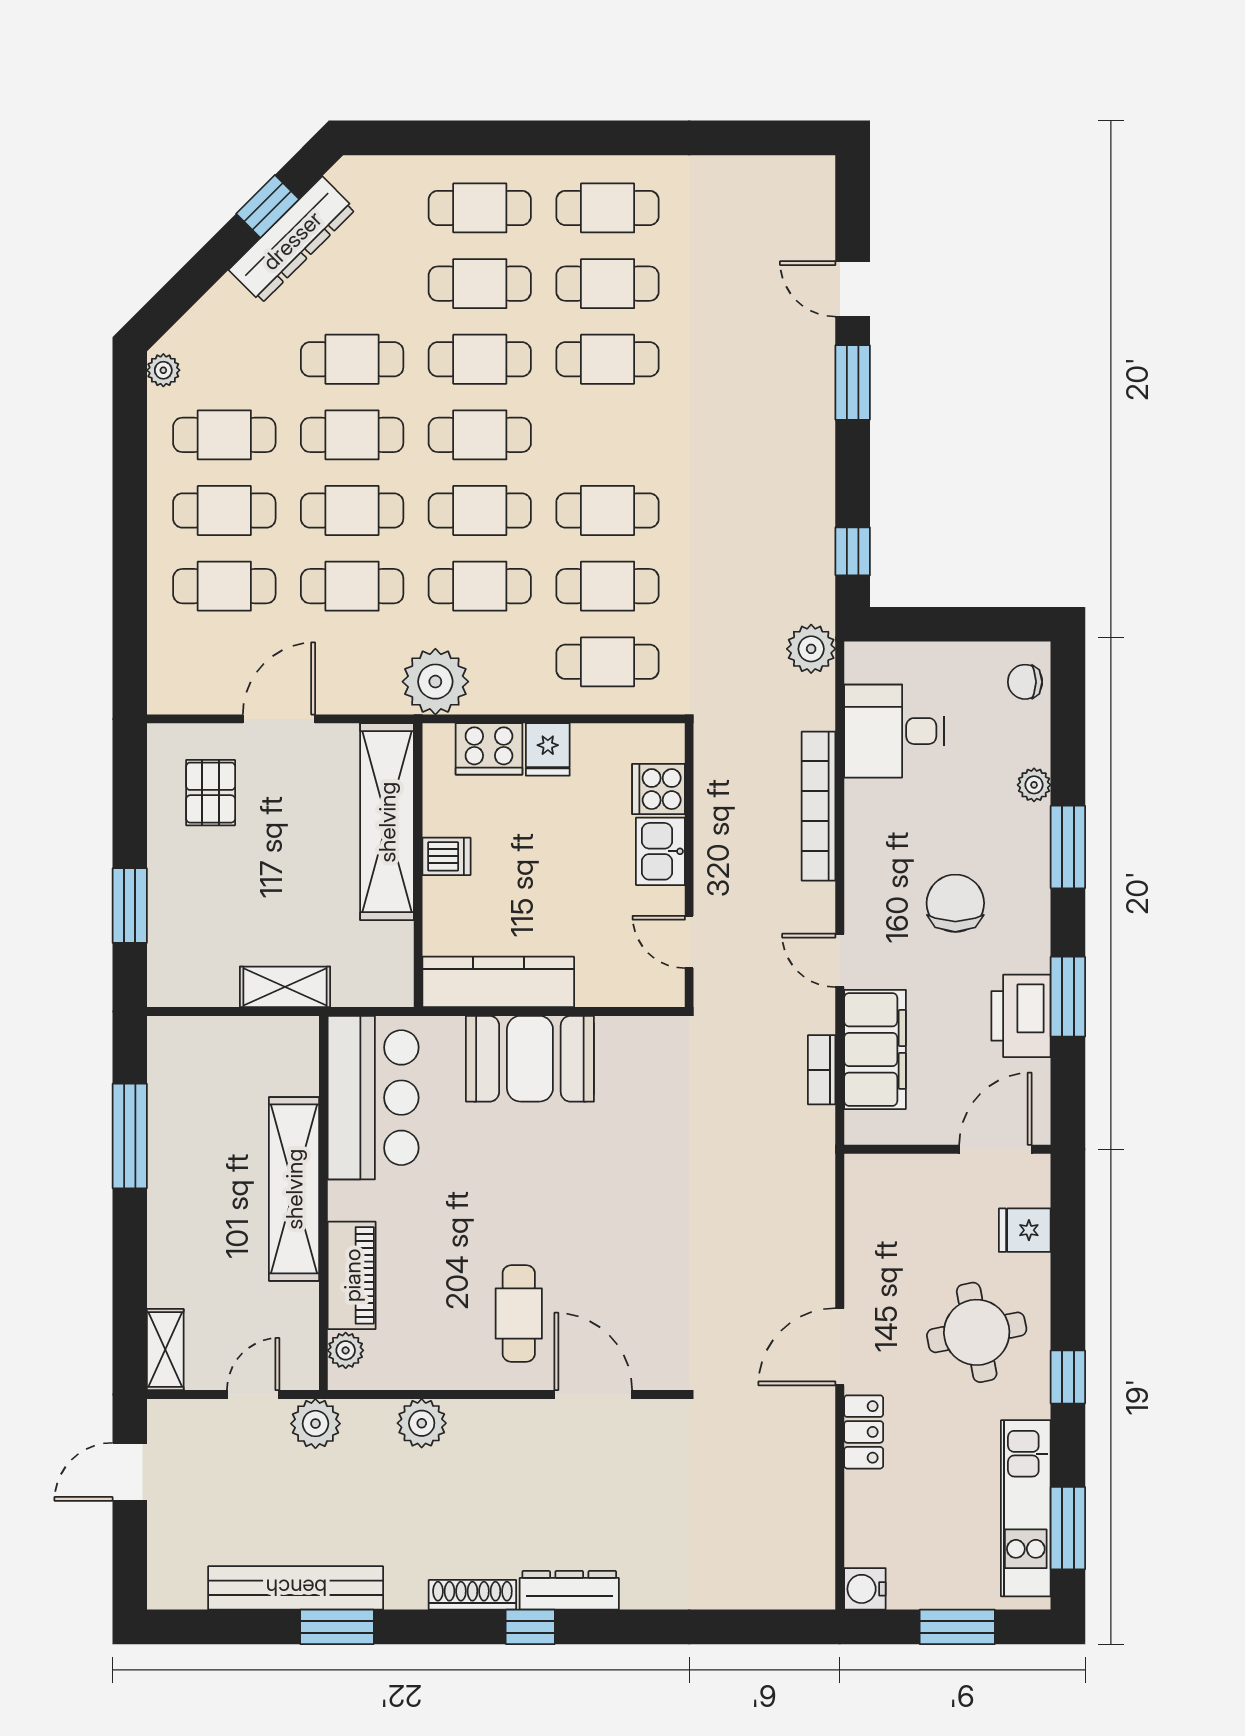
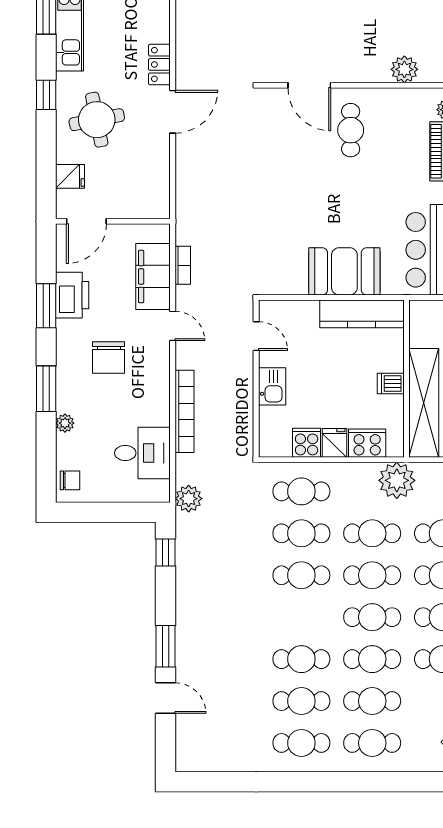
cooker: (658, 789) -> (307, 443), moved, turned -90

